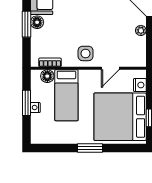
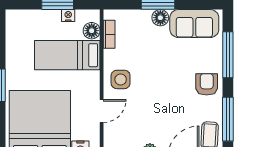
door: (110, 68) -> (102, 111), swing flipped
nightstand: (35, 108) -> (68, 16), moved

